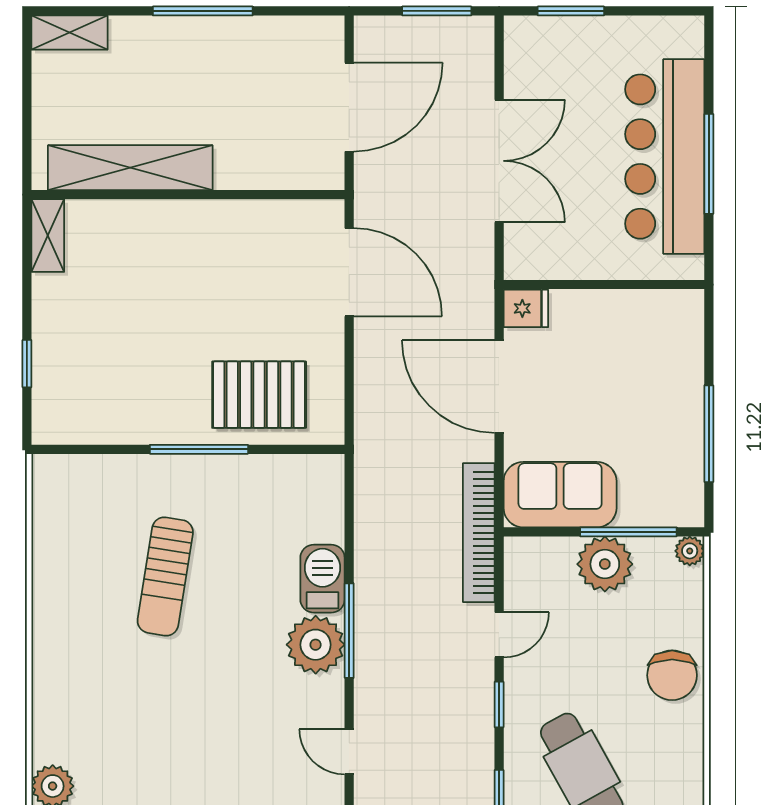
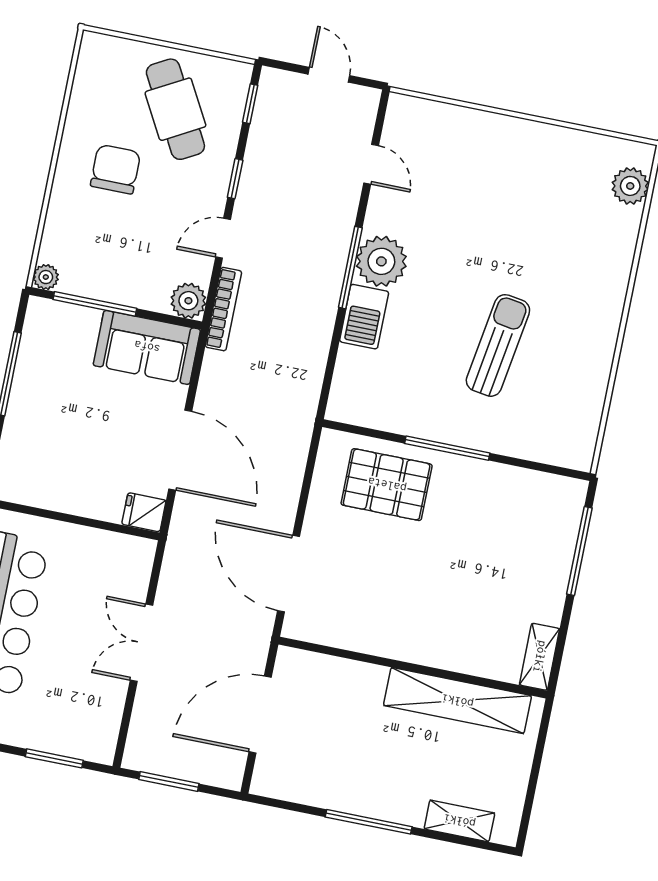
shelving: (69, 33) -> (459, 821), moved
double door: (499, 161) -> (141, 643), width x0.73
window: (27, 364) -> (579, 551), width x2.17
bookcase: (479, 533) -> (223, 309), width x0.68, depth x0.76
plant: (605, 564) -> (188, 301), moved, width x0.73, depth x0.73
chair: (672, 675) -> (116, 169), moved

